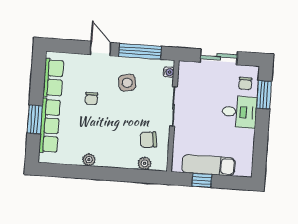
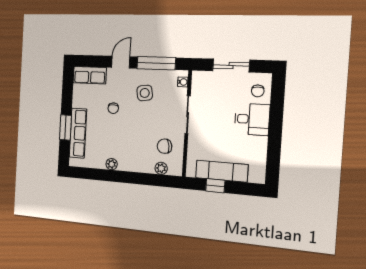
door: (101, 49) -> (121, 62), hinge flipped
row of seats: (53, 78) -> (90, 75), moved, turned 90
window: (264, 95) -> (277, 102), removed

